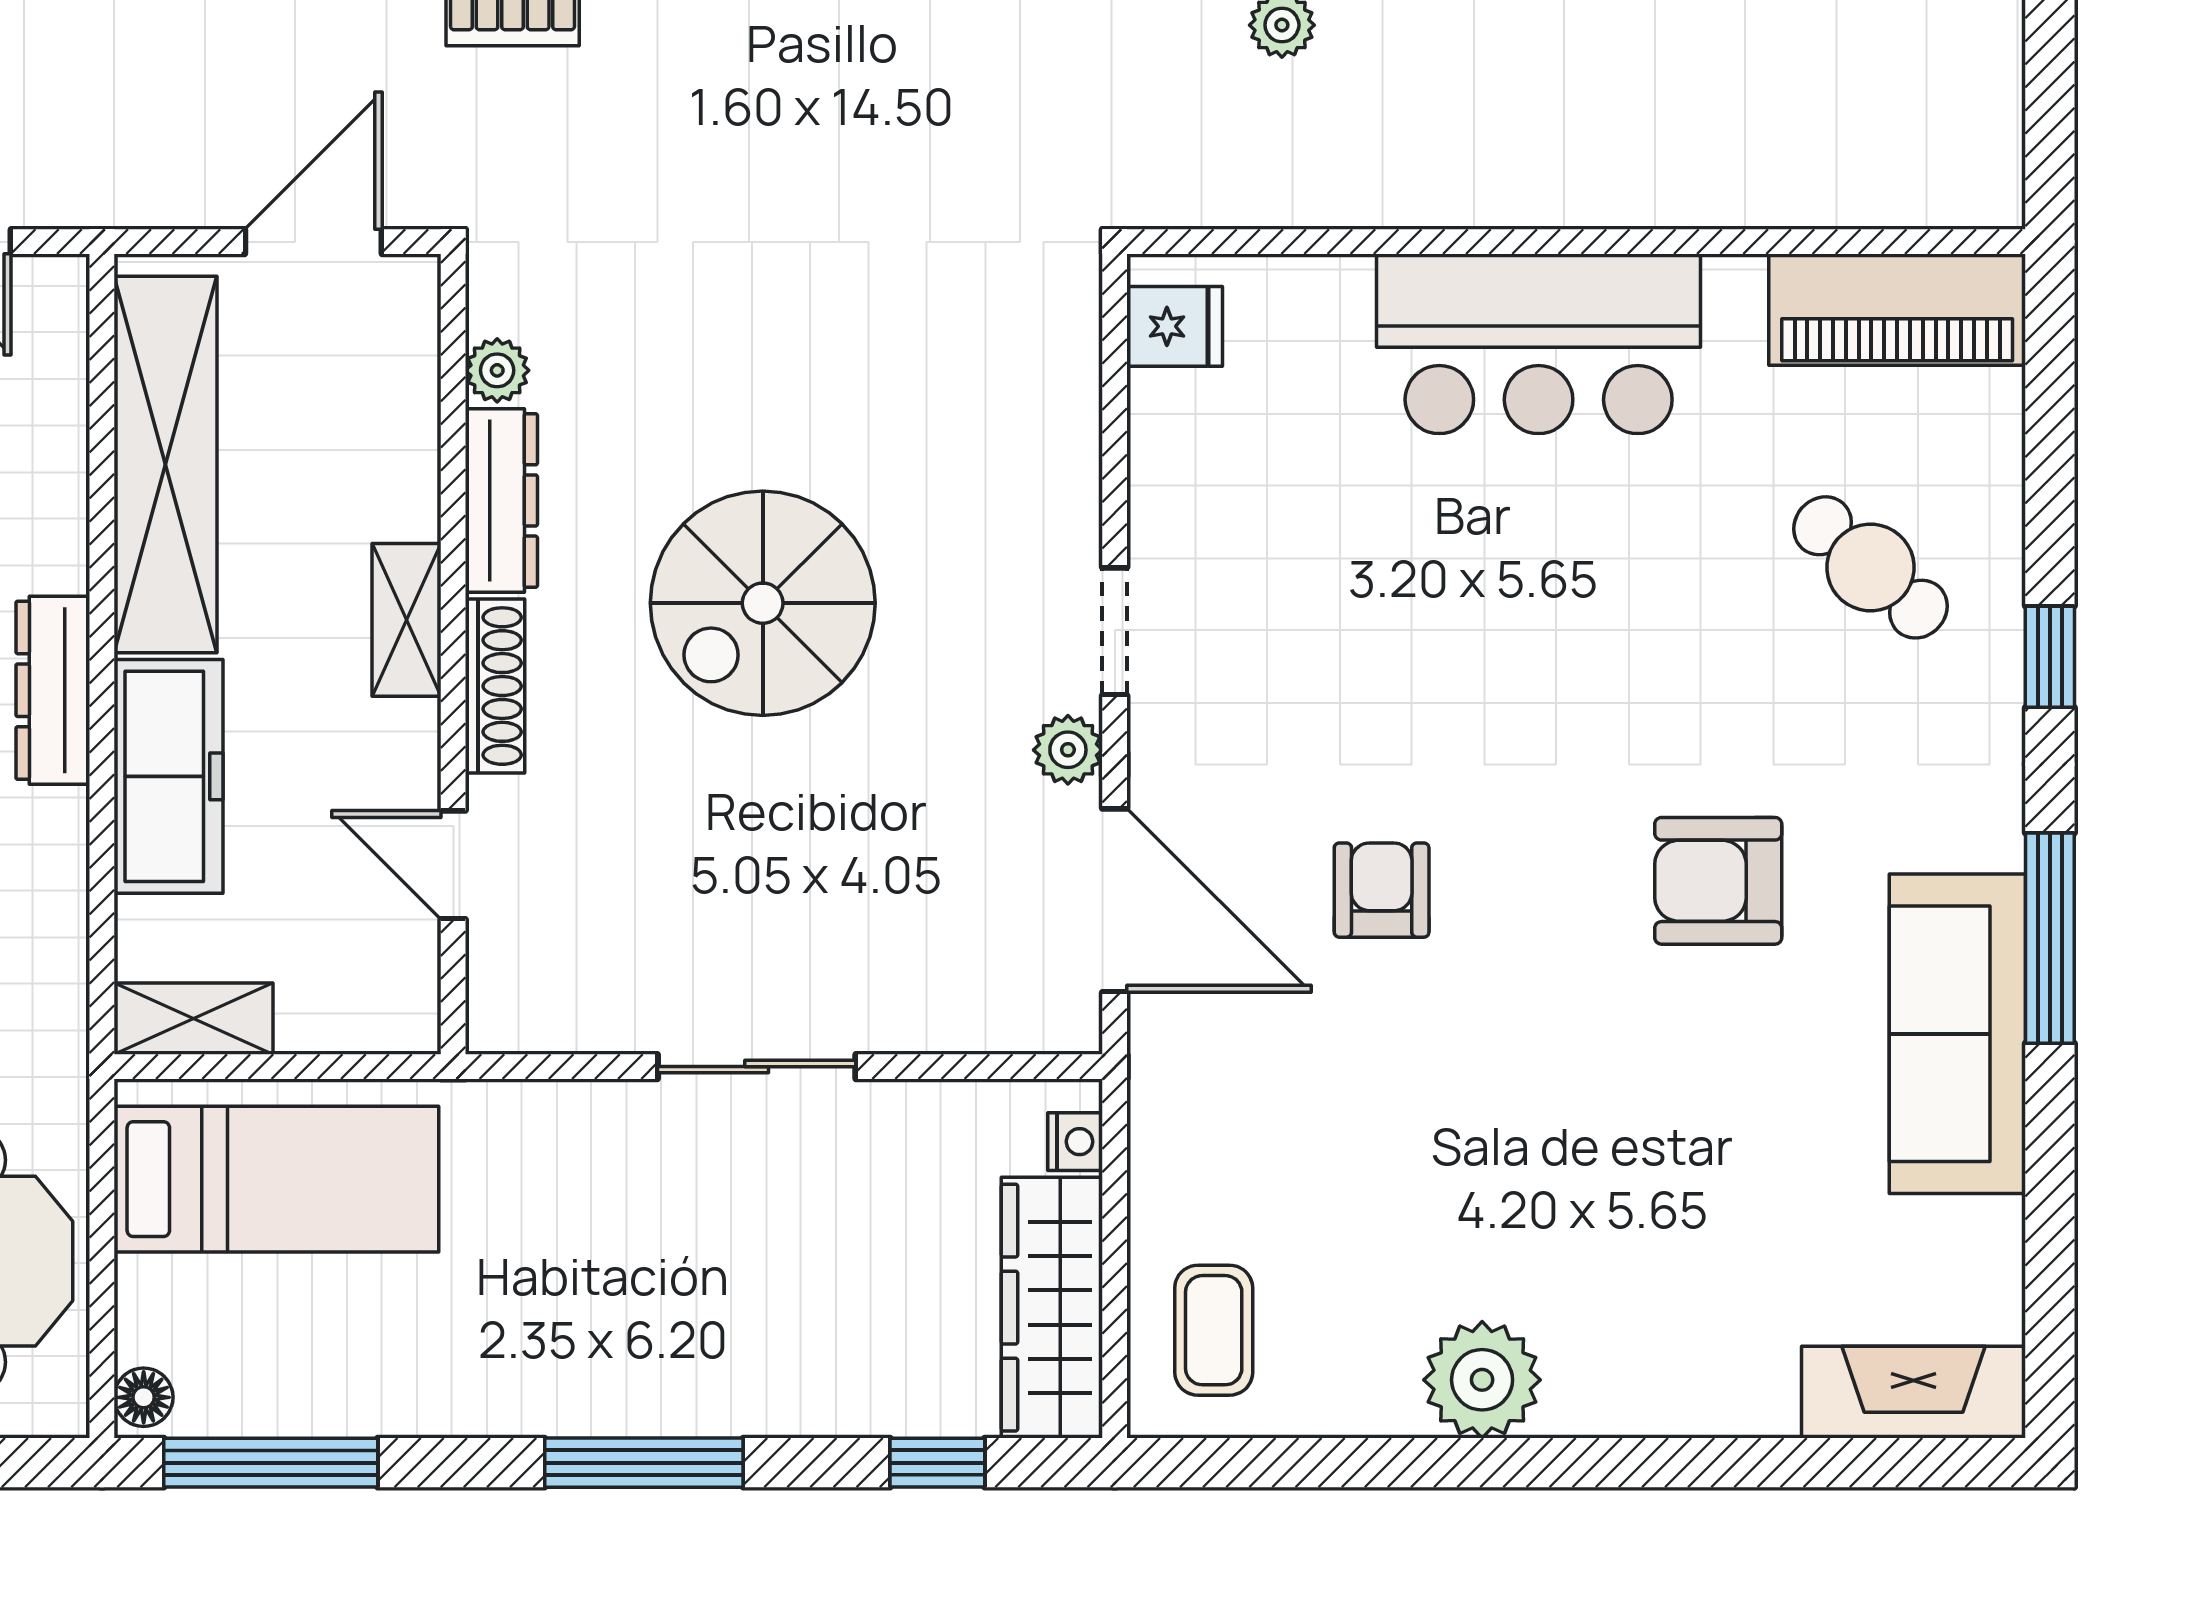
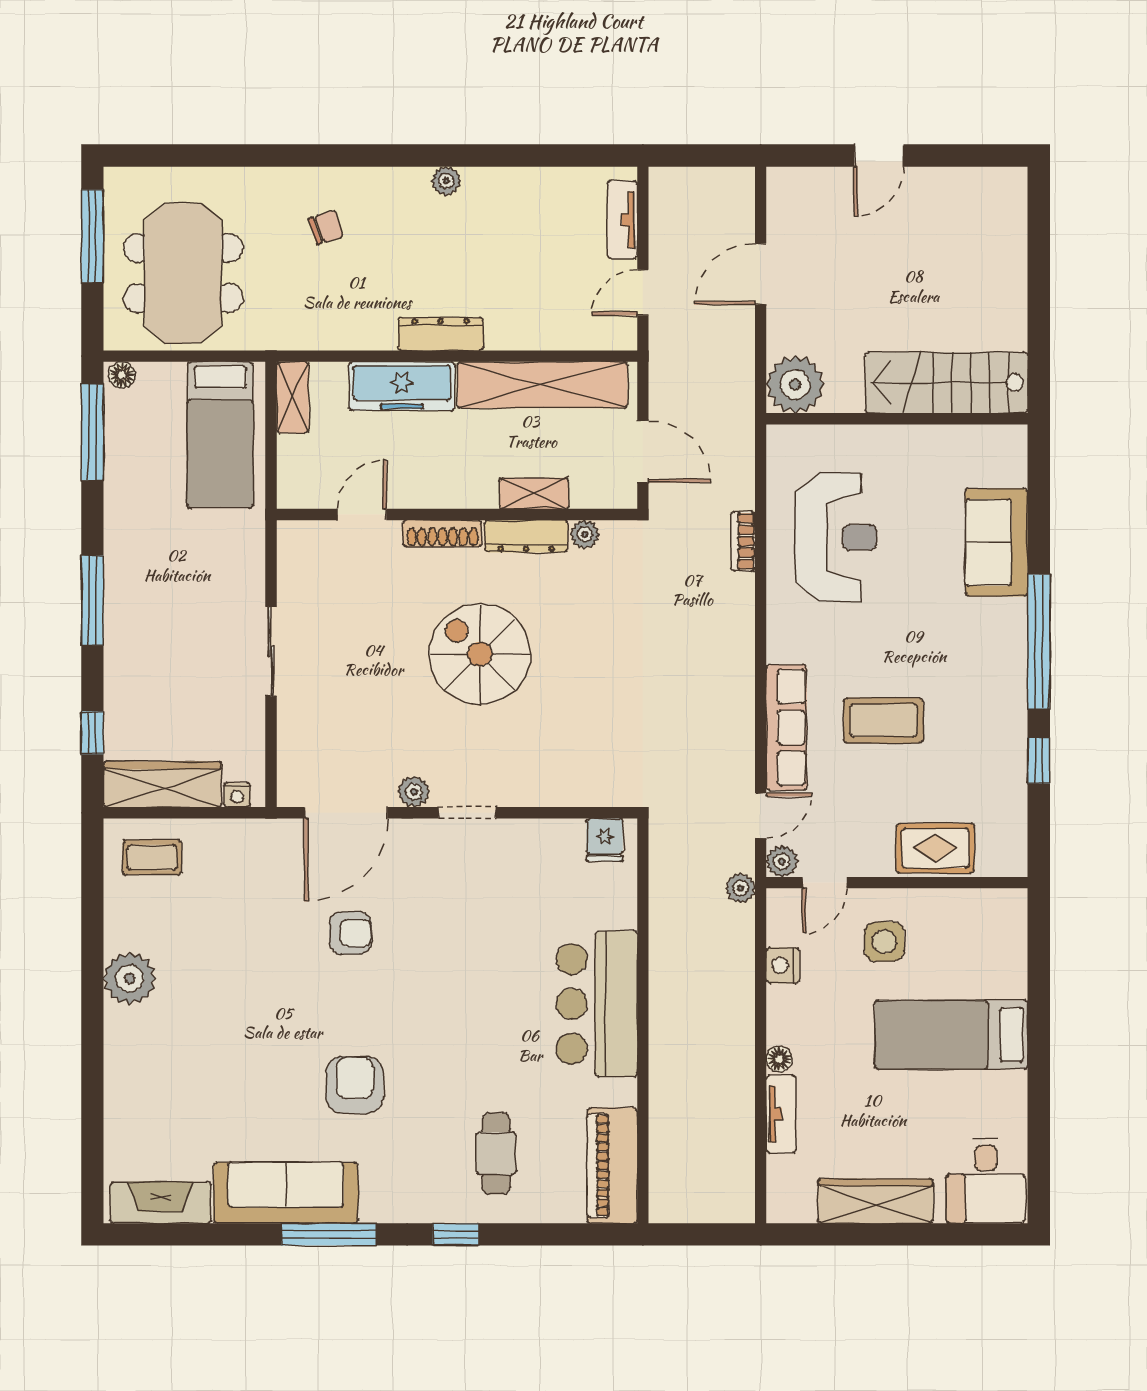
cafe table: (1870, 567) -> (496, 1154), turned -41
shelving: (406, 620) -> (534, 493), moved
fireplace: (1913, 1392) -> (160, 1203), moved, turned -90

